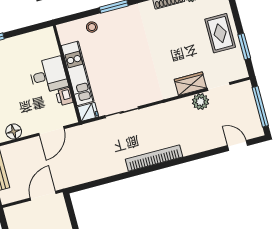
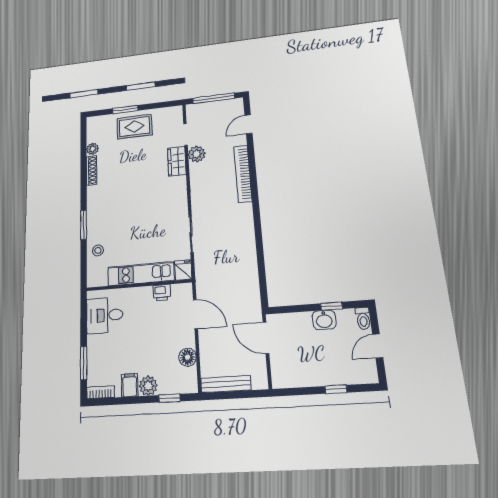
window: (244, 46) -> (125, 110), moved
desk: (48, 75) -> (105, 315), moved, turned -90
bookcase: (154, 158) -> (243, 174), moved

